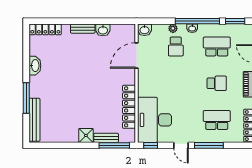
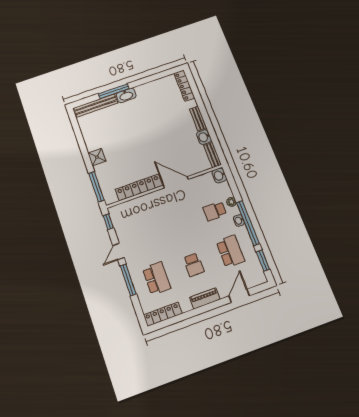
door: (136, 55) -> (176, 182), moved
washbasin: (35, 66) -> (126, 95), moved
desk: (154, 120) -> (135, 216), removed
bench: (106, 138) -> (213, 155), moved

